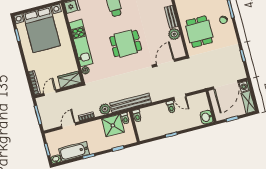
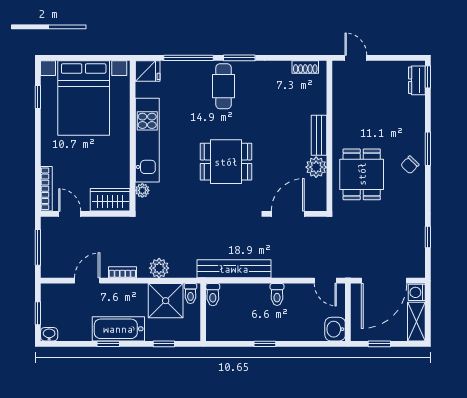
door: (50, 93) -> (70, 214), hinge flipped
door: (180, 97) -> (325, 281), moved
bench: (131, 103) -> (234, 269), moved
bathtub: (74, 151) -> (118, 329), moved

